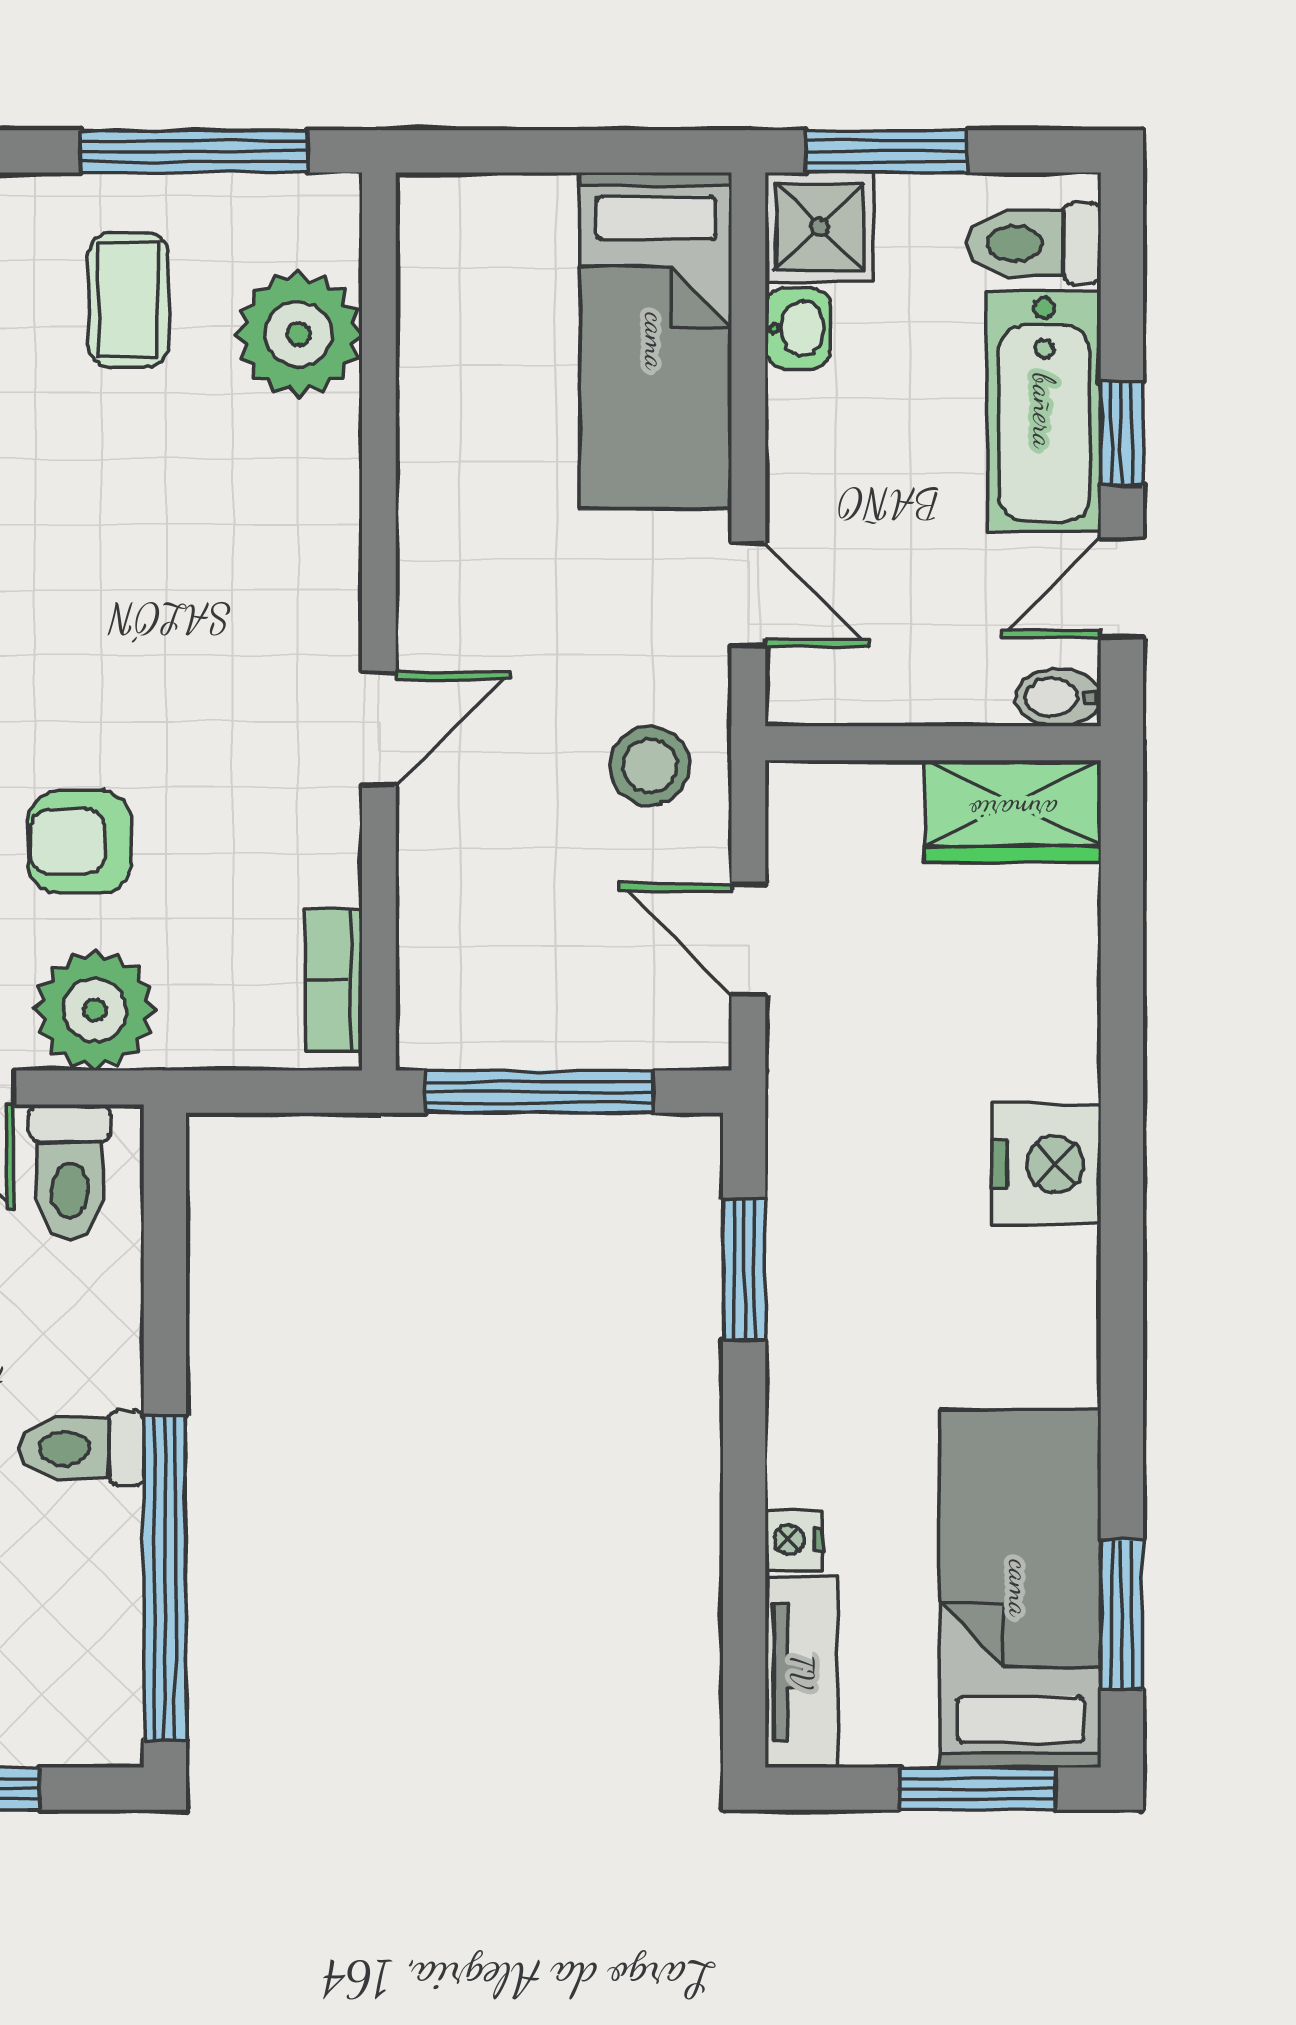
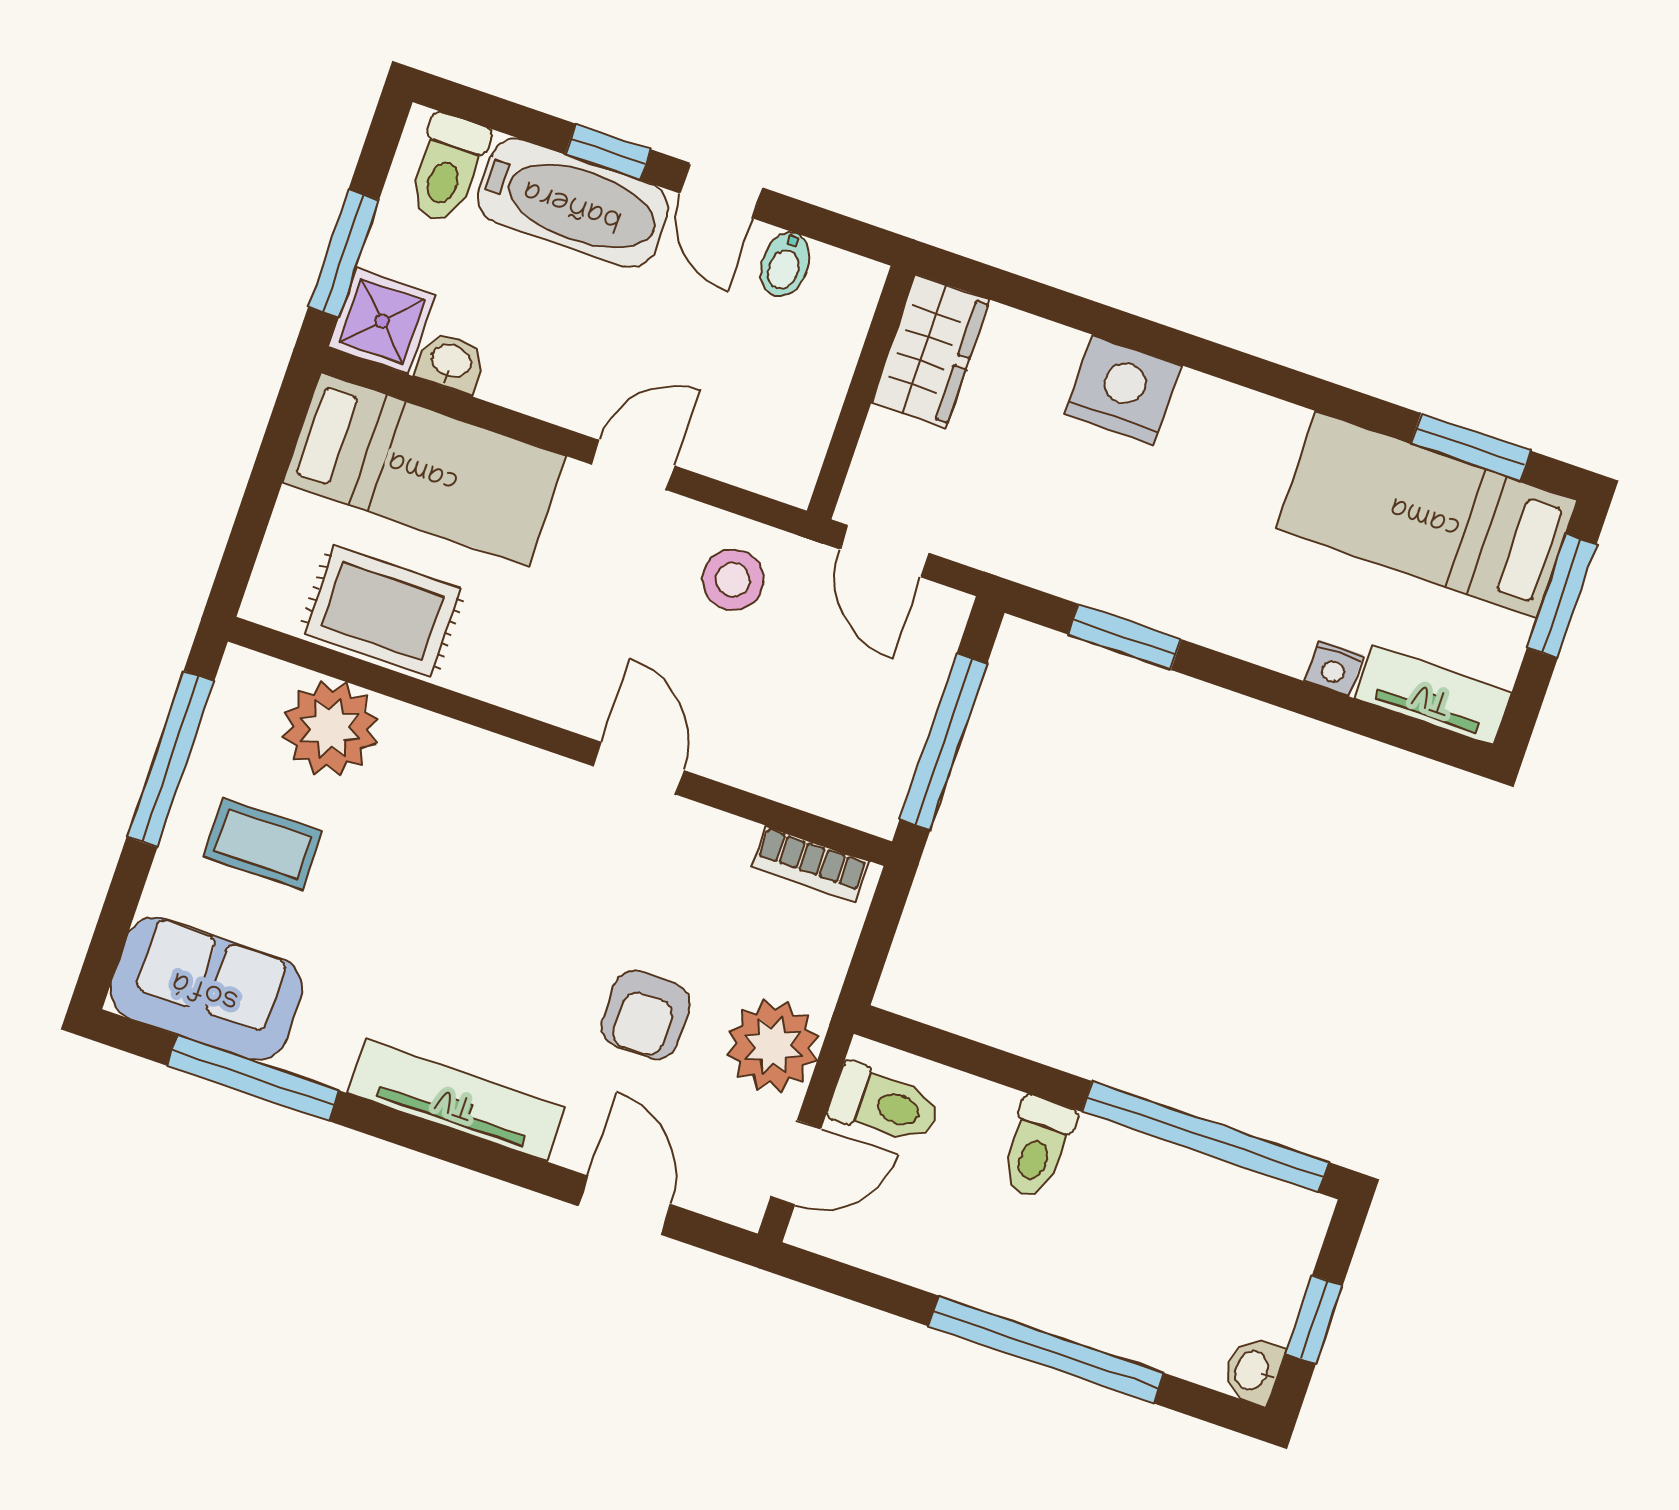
rug: (464, 349) -> (382, 611), added
wall: (933, 743) -> (861, 392), moved
wardrobe: (1013, 811) -> (930, 351), moved
door: (748, 939) -> (884, 551), hinge flipped
toilet: (82, 1448) -> (1037, 1147), moved

